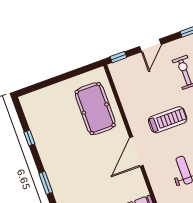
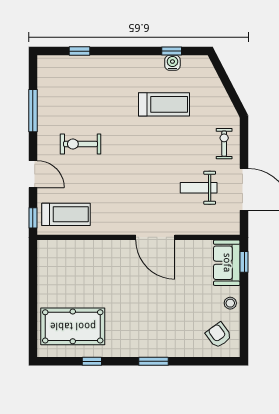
pool table: (95, 109) -> (73, 326), moved
treadmill: (168, 120) -> (66, 214), moved, turned 90

